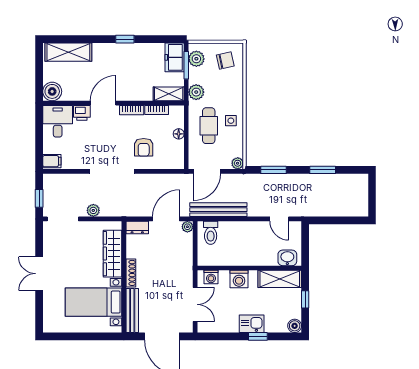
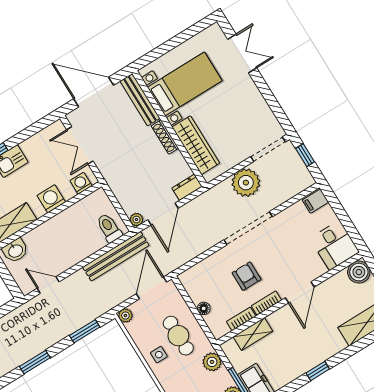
shelving: (169, 94) -> (253, 334), moved
printer: (82, 113) -> (315, 269), removed
armchair: (144, 147) -> (247, 276), moved
plant: (93, 210) -> (246, 183), width x1.87, depth x1.87
double door: (39, 274) -> (242, 54), moved

